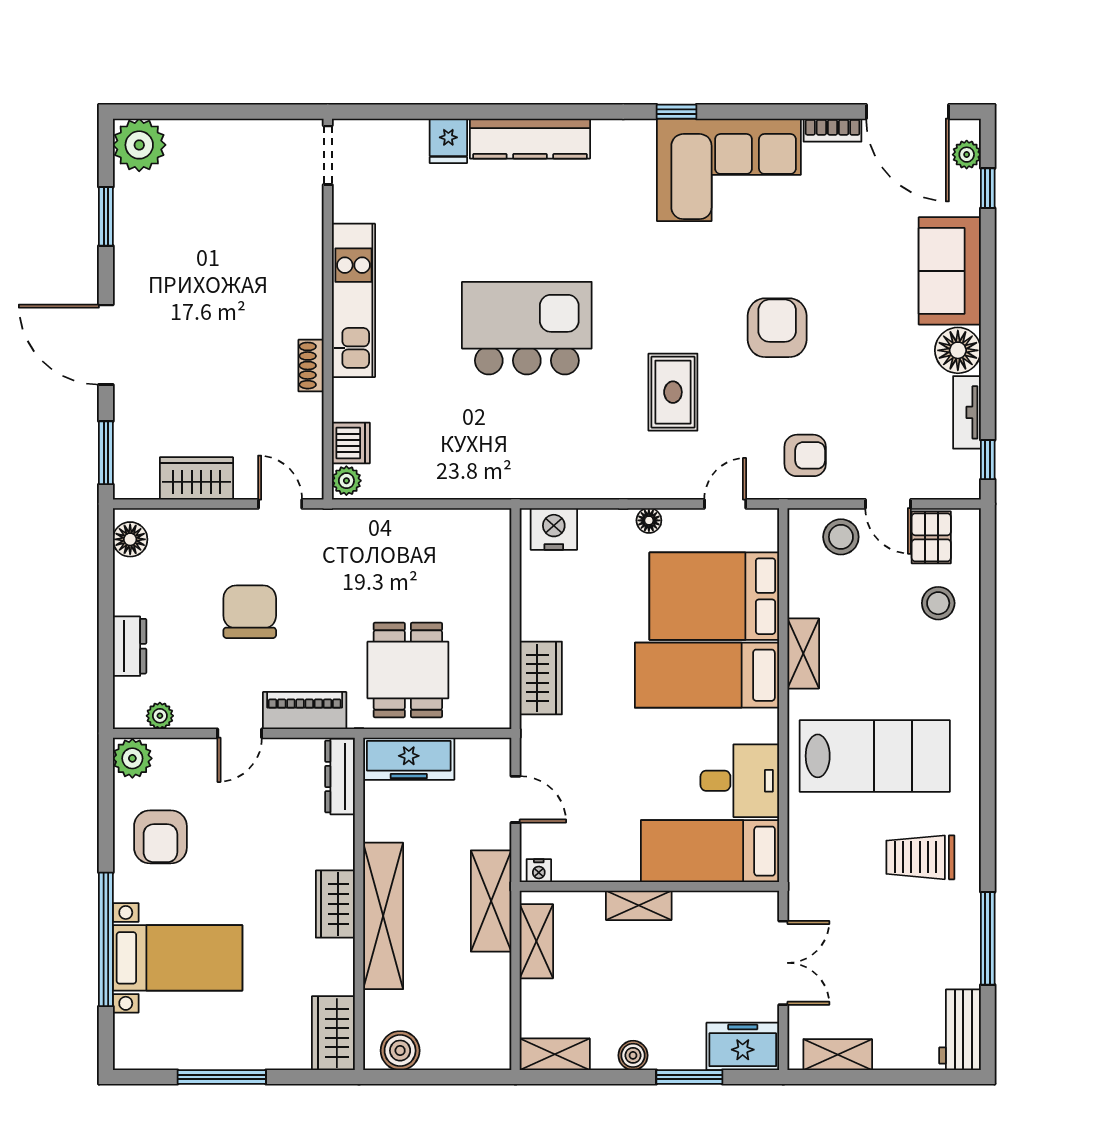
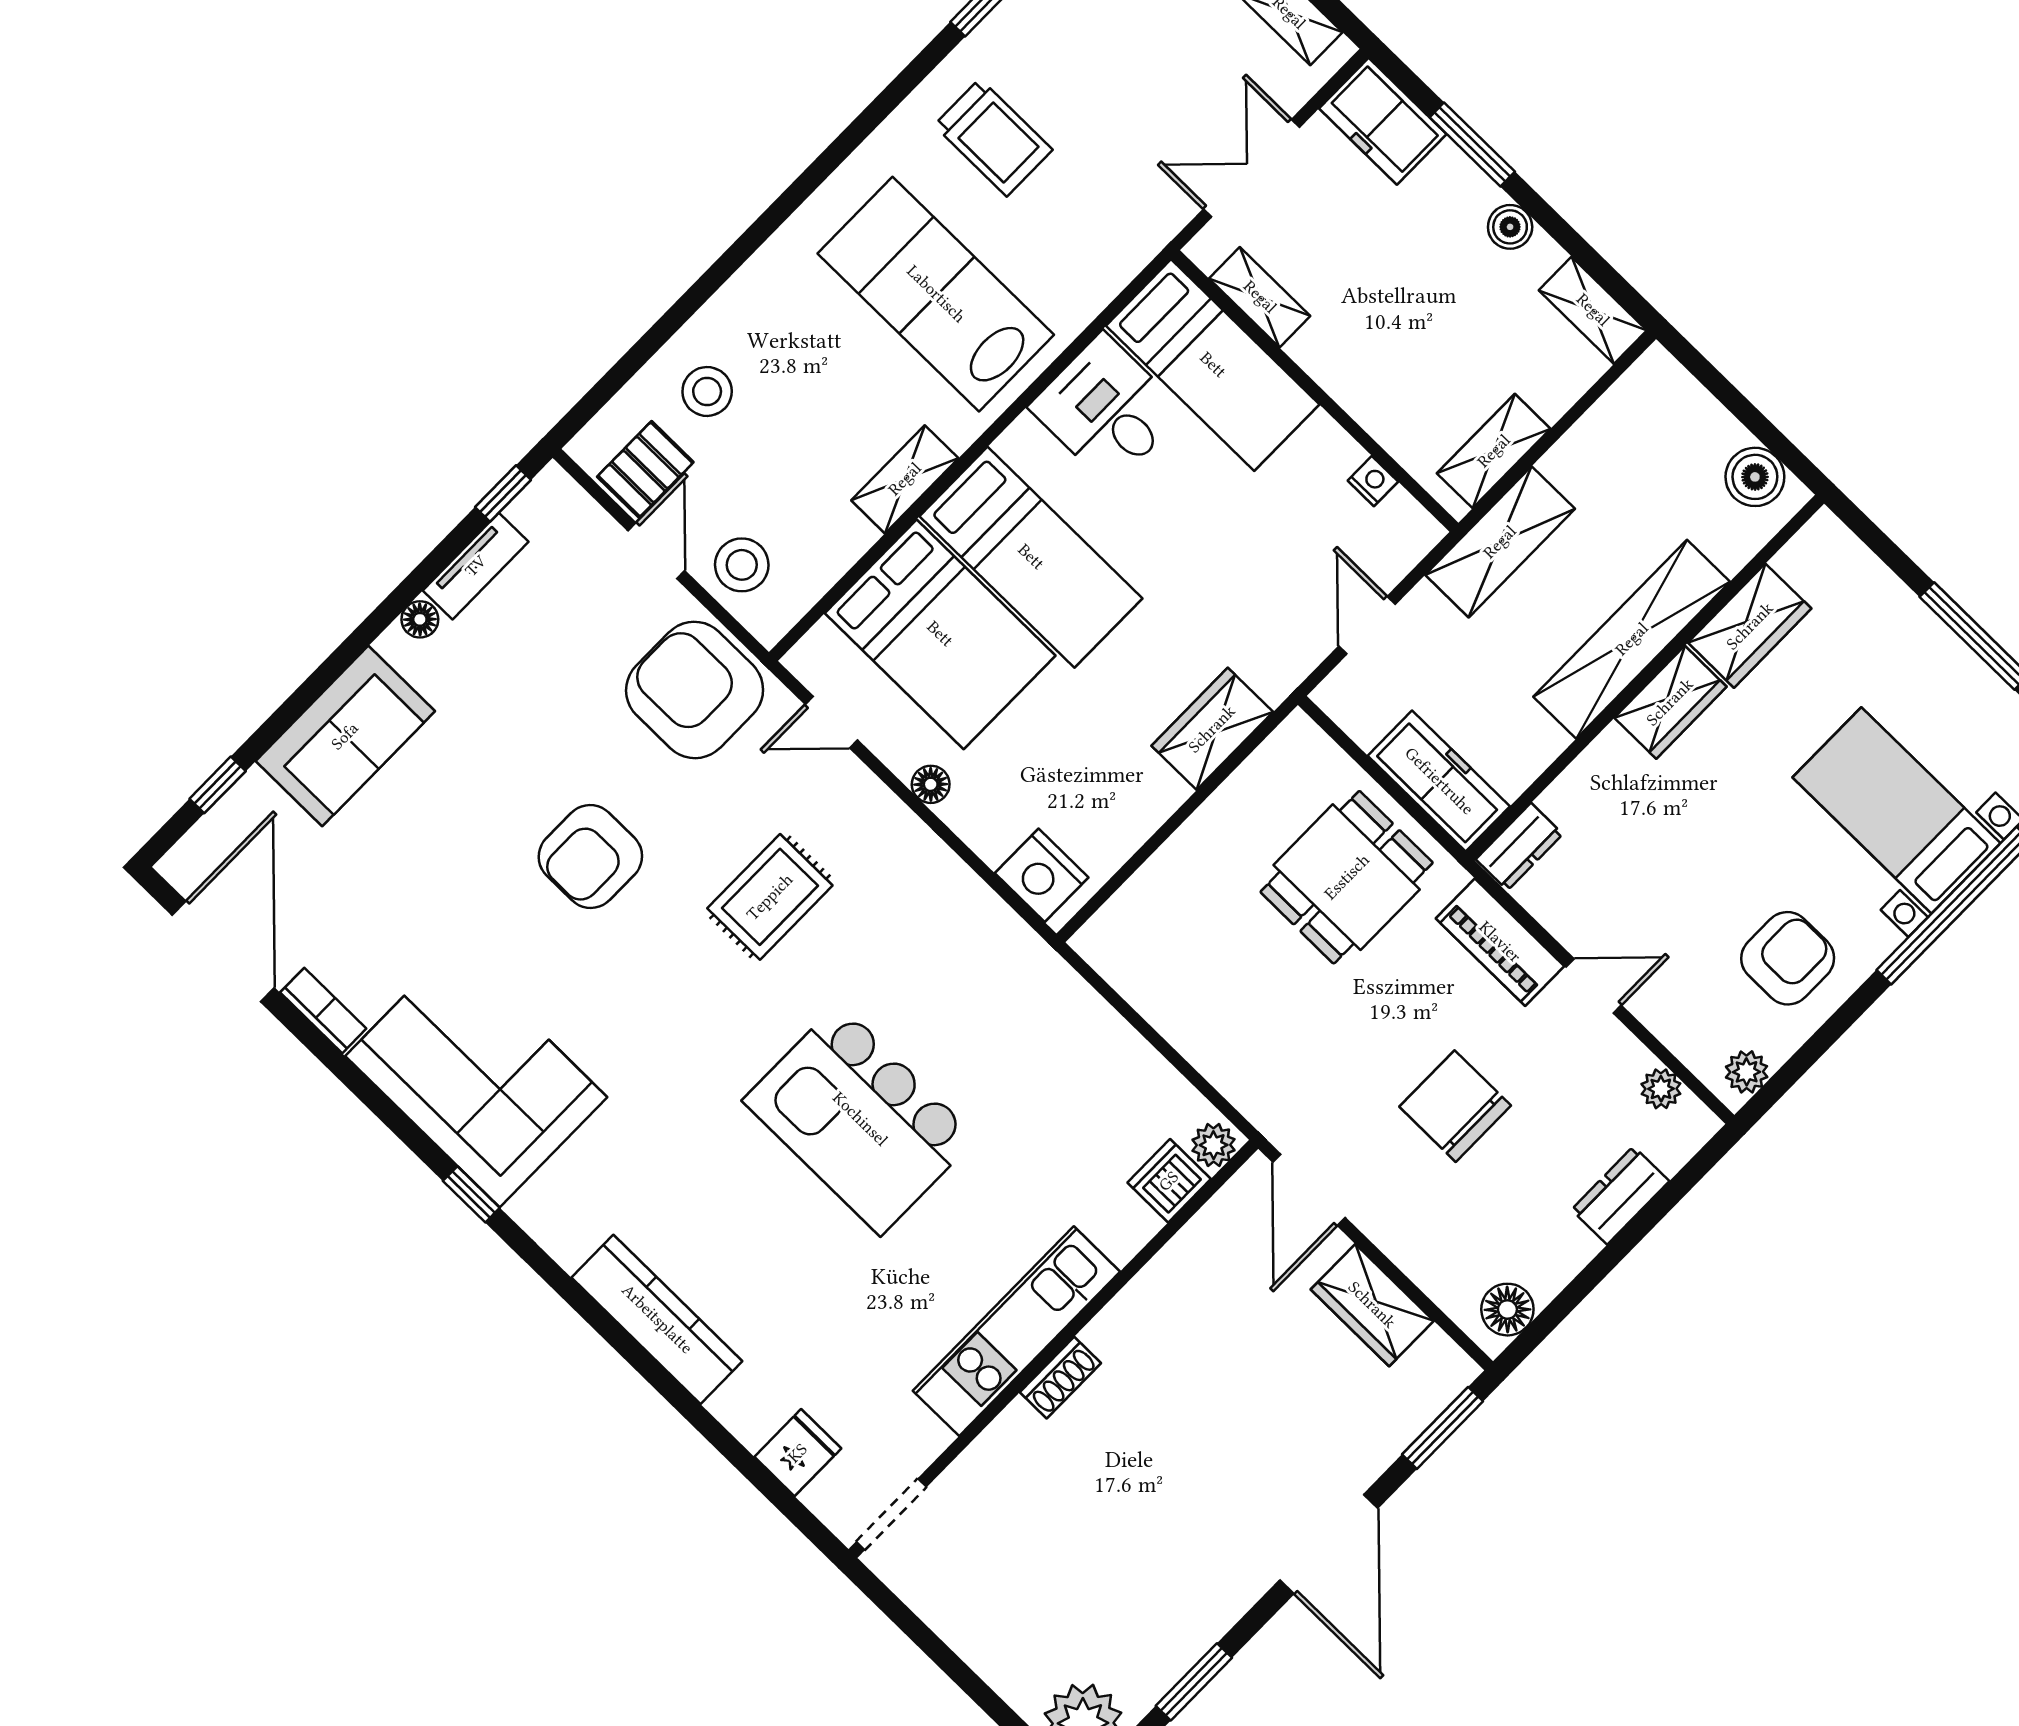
fridge: (448, 141) -> (798, 1453), moved
plant: (967, 155) -> (205, 843), removed
floor lamp: (958, 350) -> (420, 619), width x0.53, depth x0.53
shoe rack: (311, 366) -> (1060, 1378), moved
armchair: (805, 455) -> (695, 690), width x1.88, depth x1.88
door: (280, 504) -> (1309, 1190), width x1.38
chair: (250, 612) -> (1455, 1106), turned 90
plant: (132, 758) -> (1747, 1072), width x0.73, depth x0.73
dresser: (340, 777) -> (1519, 847), width x0.70
nightstand: (539, 871) -> (1373, 481), moved
shelving: (639, 905) -> (1260, 297), moved
wardrobe: (333, 1033) -> (1750, 626), moved

